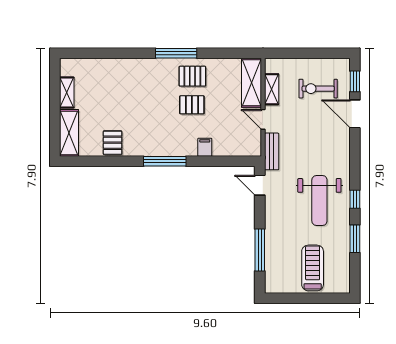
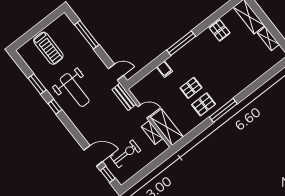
weight bench: (319, 200) -> (75, 90), turned 180

